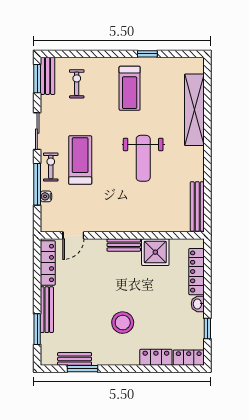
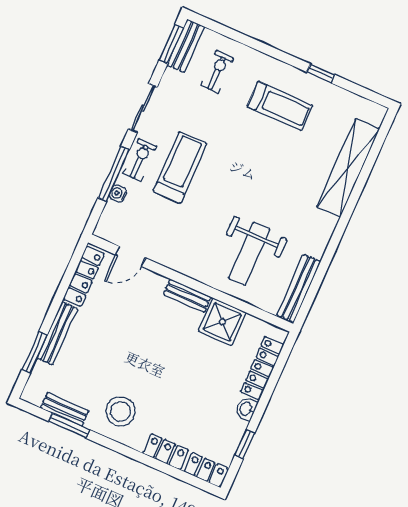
treadmill: (130, 88) -> (280, 106), turned -90
weight bench: (143, 158) -> (249, 254), moved
stool: (123, 323) -> (120, 411), moved

